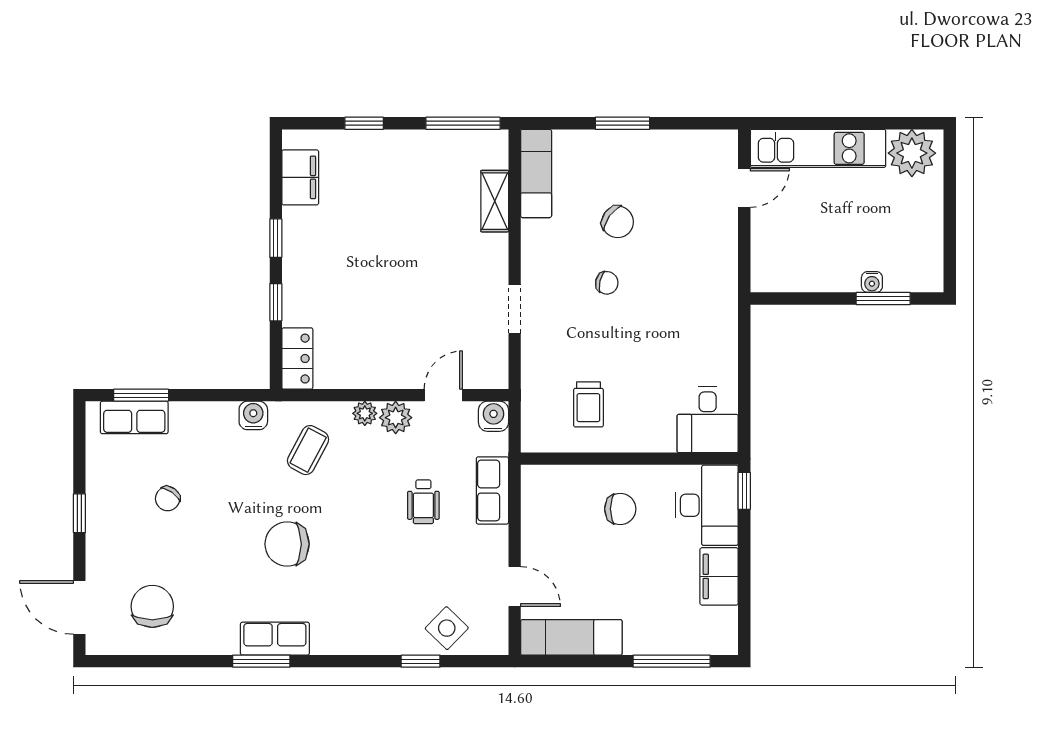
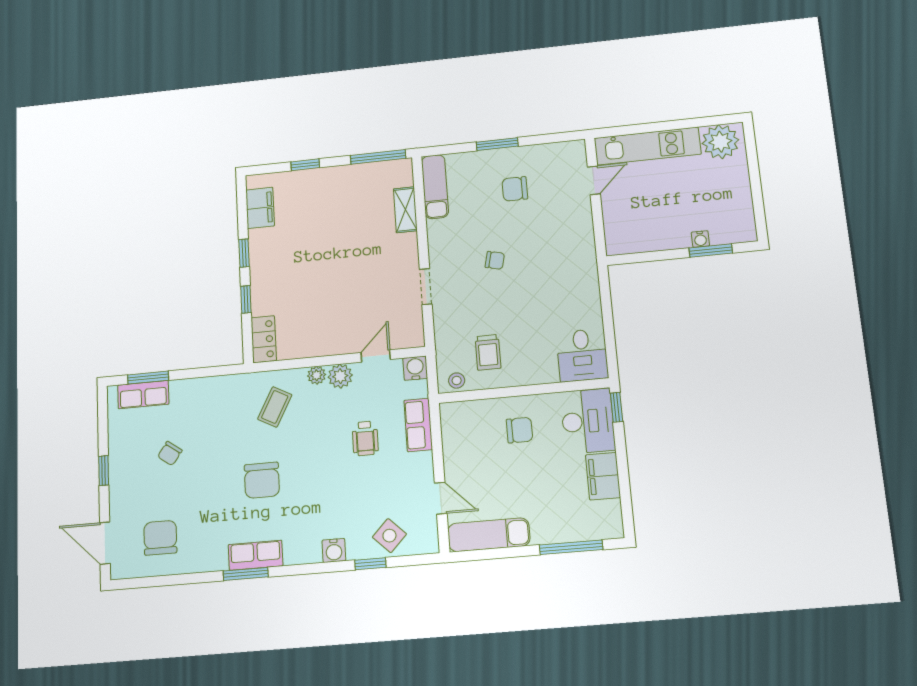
chair: (618, 222) -> (515, 189), moved, turned 144
water cooler: (253, 415) -> (334, 550), moved, turned 180
stool: (546, 438) -> (457, 380), added
chair: (287, 544) -> (262, 480), turned -90

